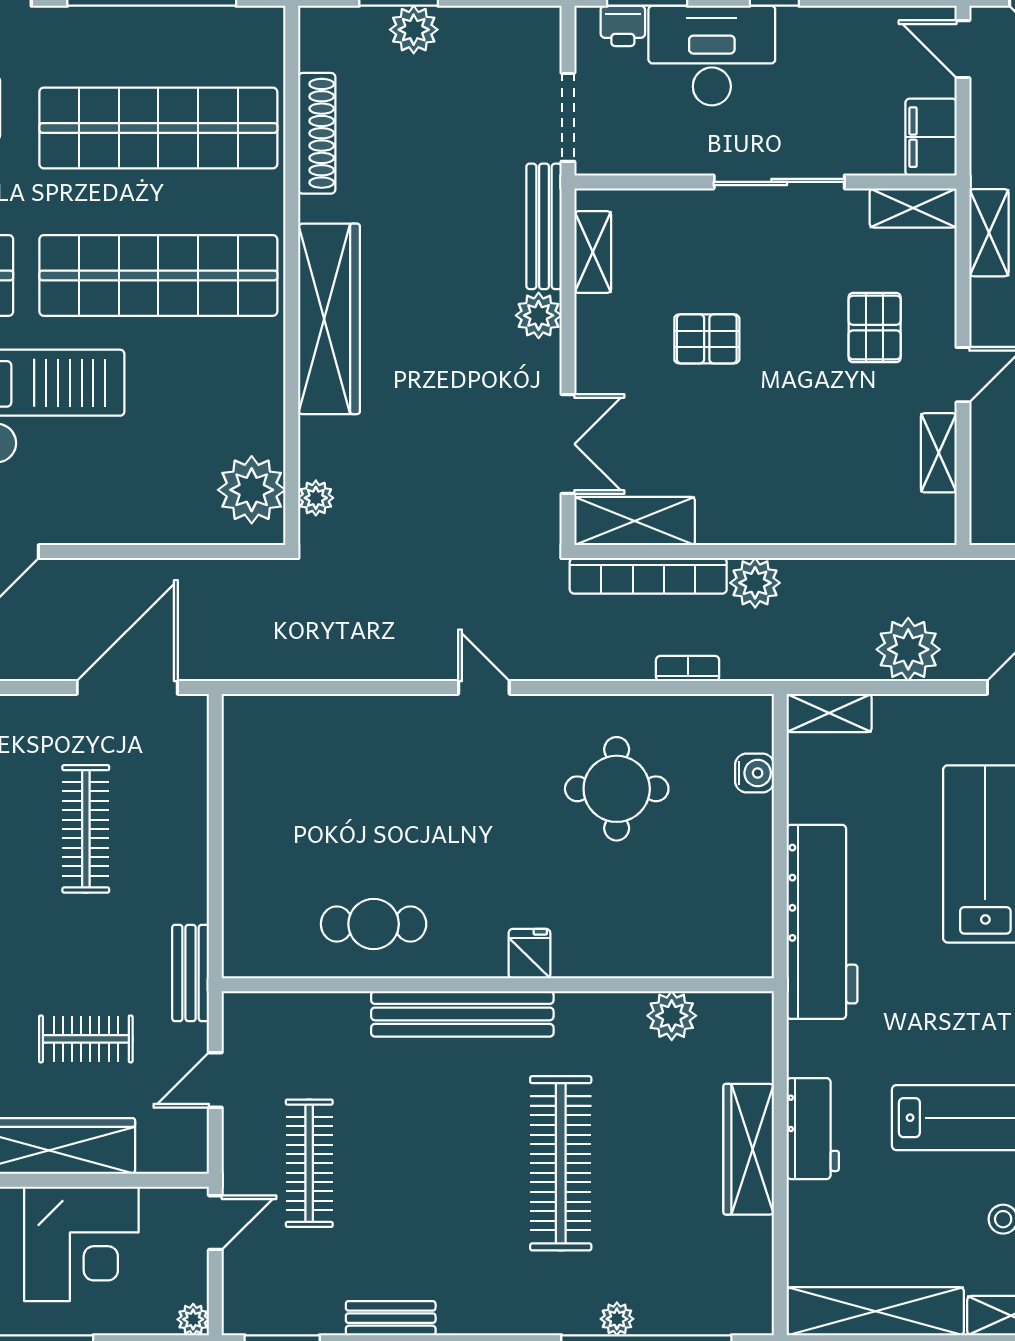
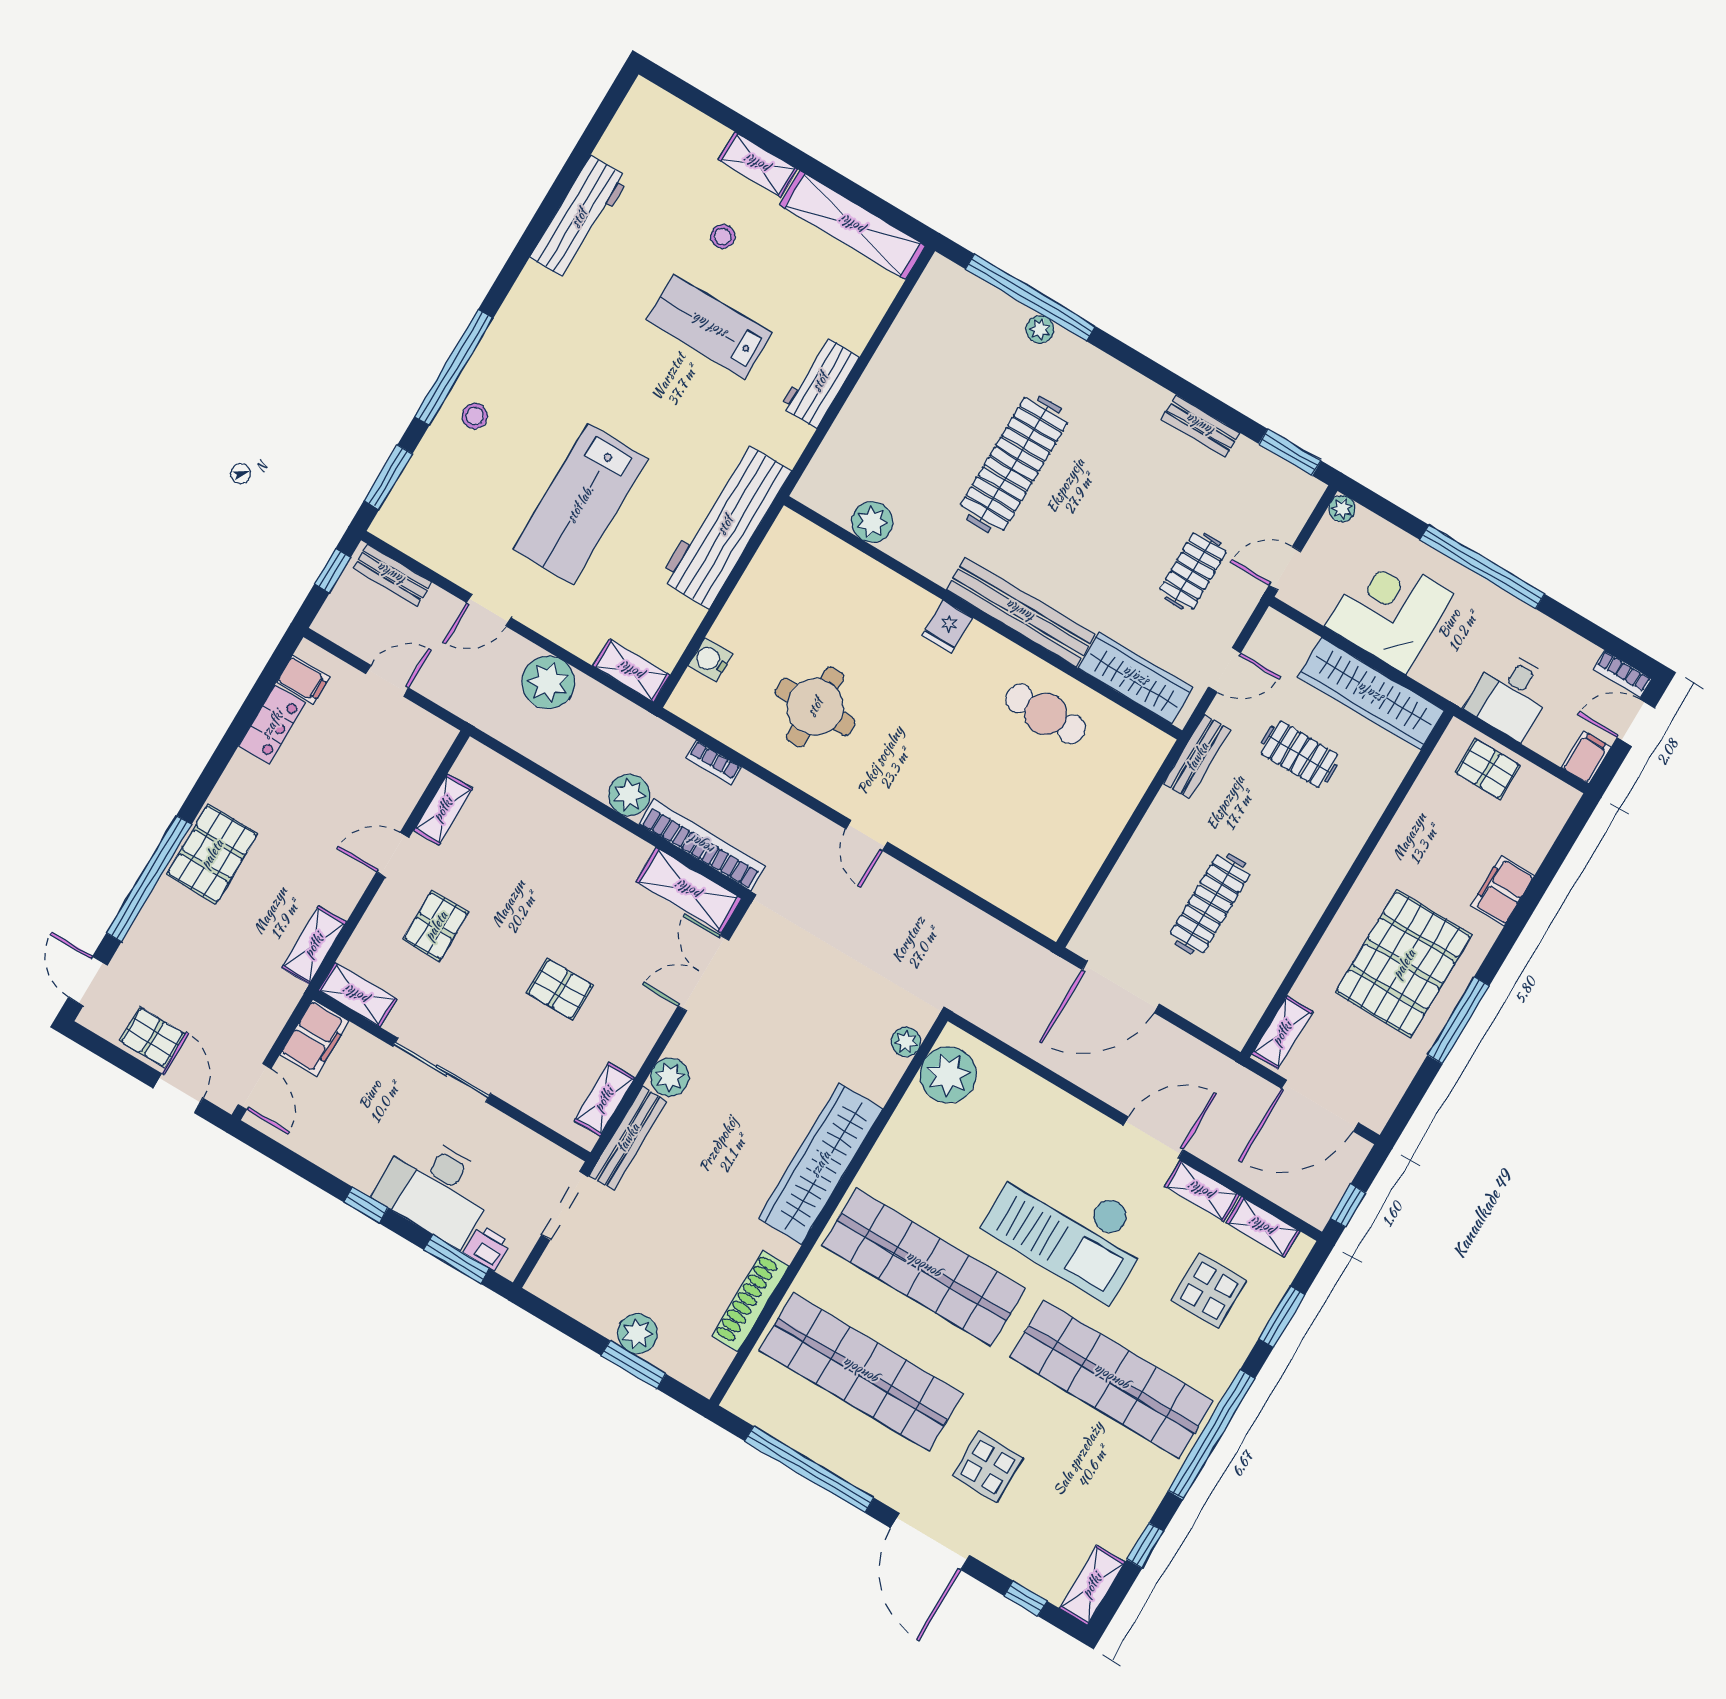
wardrobe: (749, 1149) -> (1136, 678), moved, turned -90
clothes rail: (309, 1163) -> (1193, 571), width x0.73

